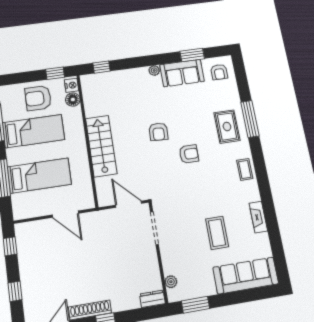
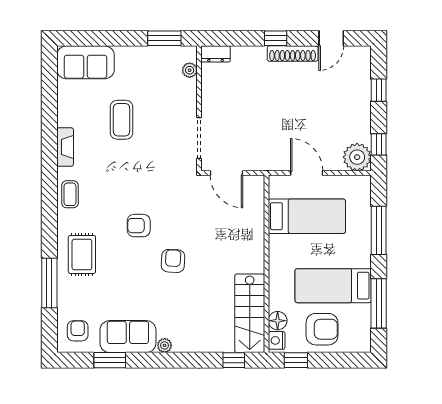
window: (250, 119) -> (49, 283), moved
stairs: (101, 146) -> (250, 313), moved
bed: (39, 176) -> (307, 216), moved, turned 180
fireplace: (258, 217) -> (65, 147), moved
plant: (26, 233) -> (357, 157), added
sofa: (246, 276) -> (86, 62), width x0.73

